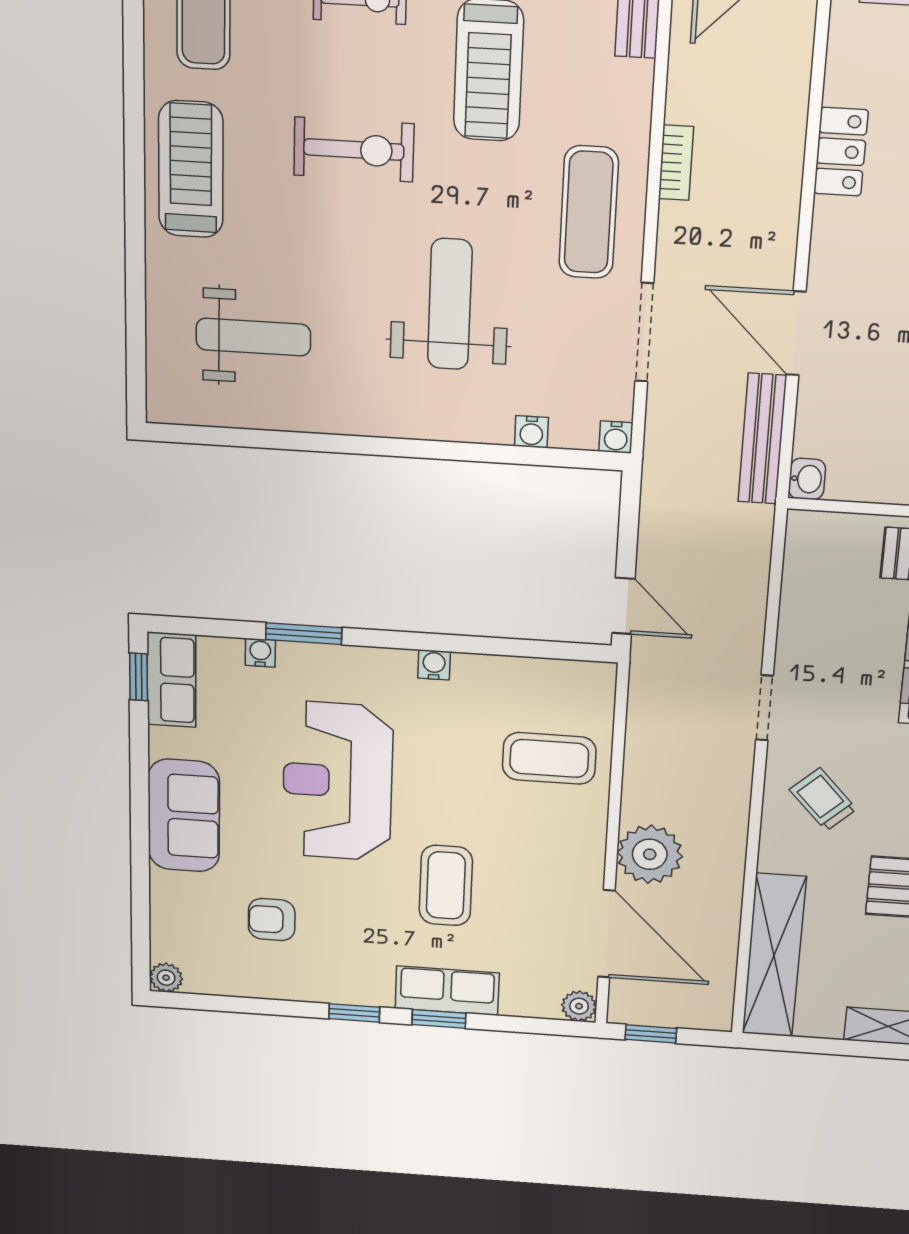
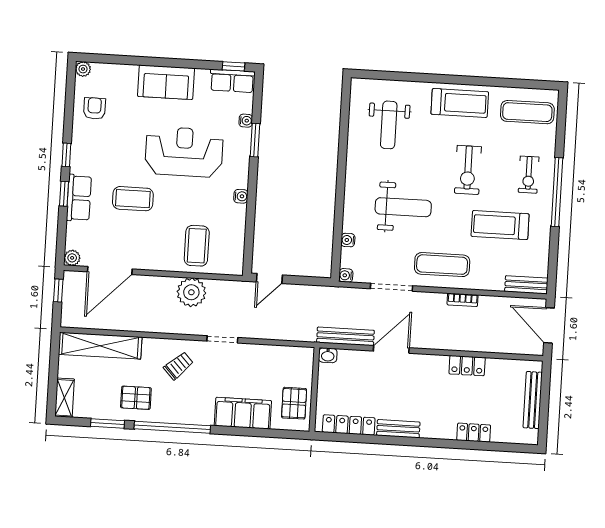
plant: (650, 854) -> (191, 292), moved
armchair: (272, 920) -> (95, 108), moved

